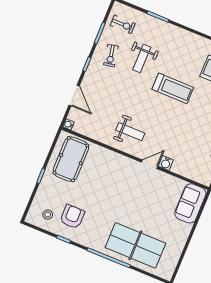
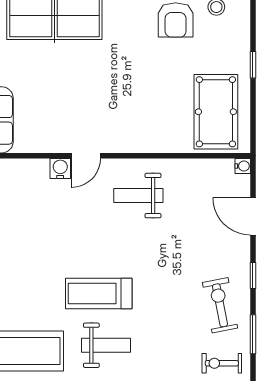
exercise bike: (111, 56) -> (220, 305), width x1.38, depth x1.39
weight bench: (142, 58) -> (106, 345), moved, turned 90

